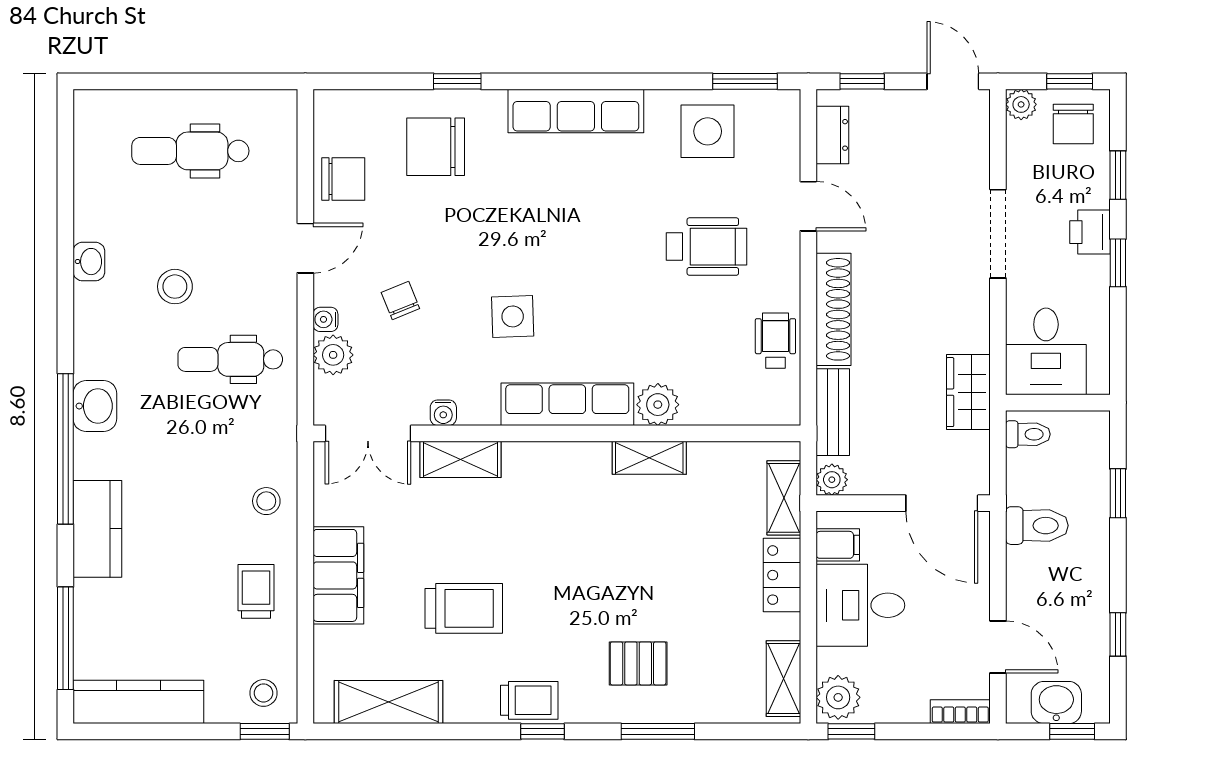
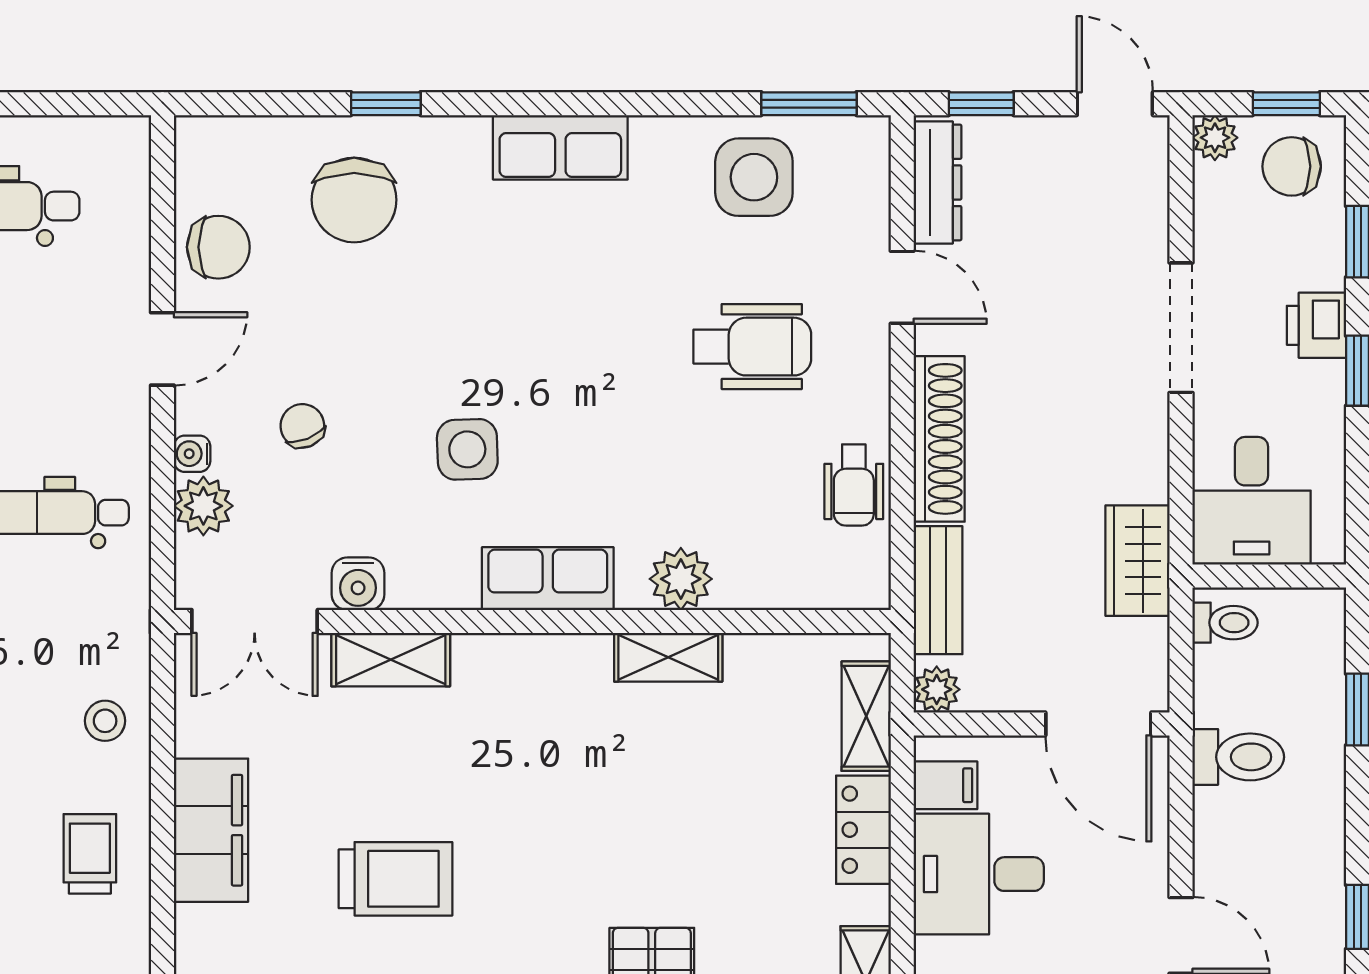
row of seats: (576, 111) -> (560, 147), width x0.68
chair: (1073, 124) -> (1292, 166), turned 90
dresser: (832, 135) -> (937, 182), width x1.44
chair: (436, 147) -> (354, 200), turned -90
wheelchair: (775, 341) -> (854, 485), turned 180
row of seats: (567, 404) -> (548, 579), width x0.68
water cooler: (443, 413) -> (358, 584), width x1.38, depth x1.38

